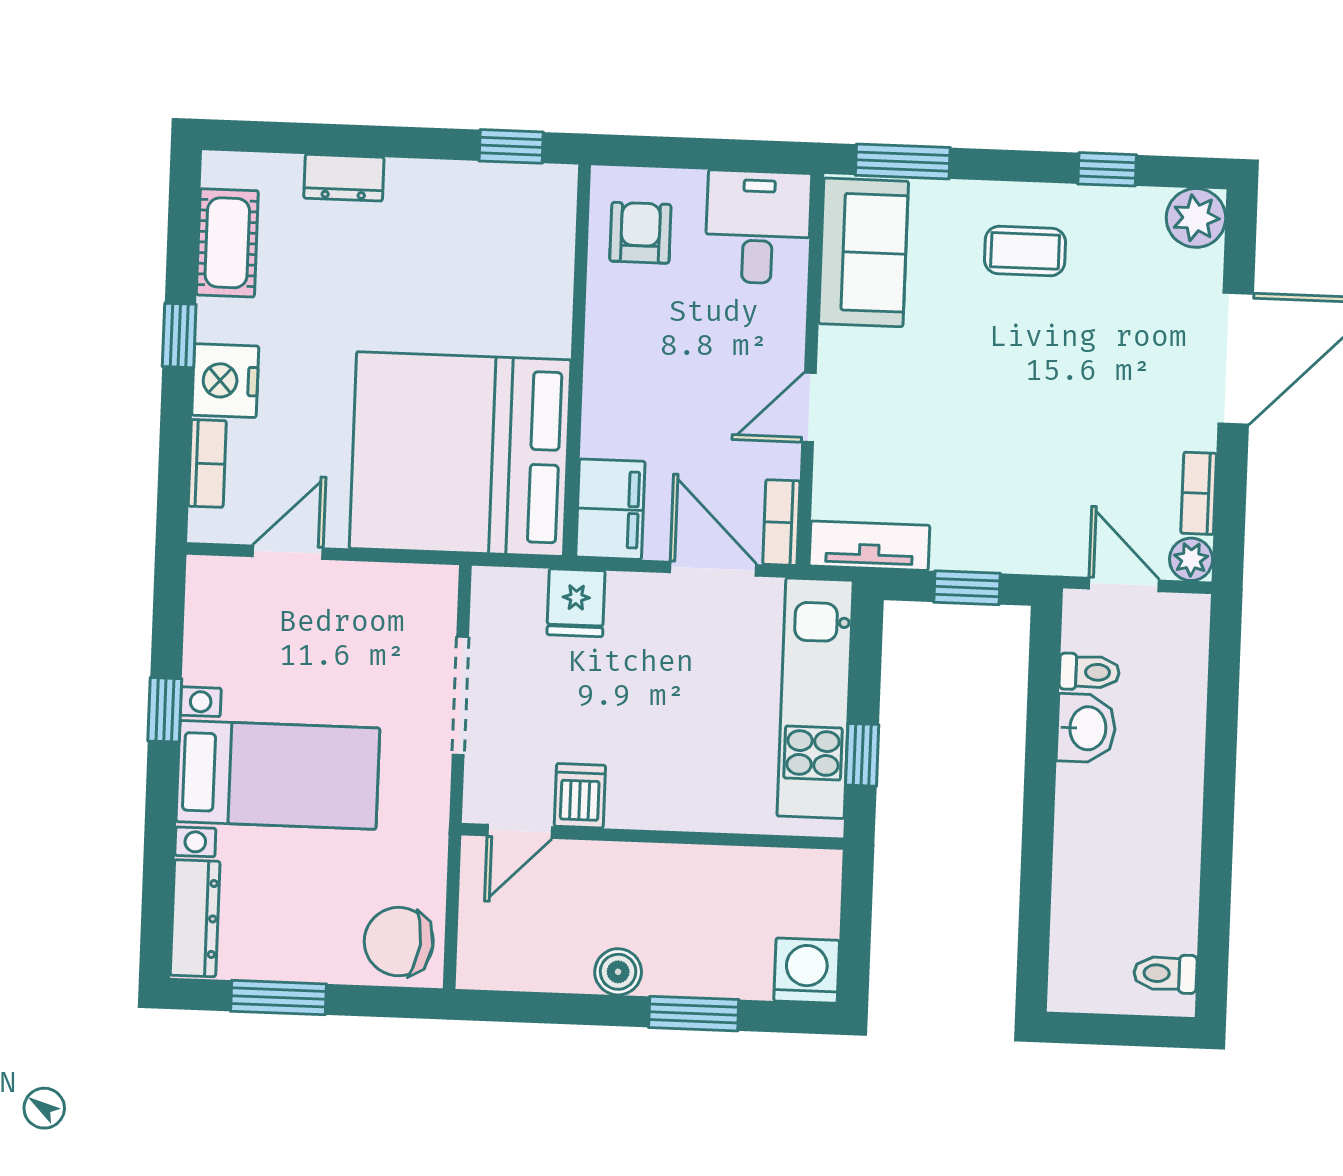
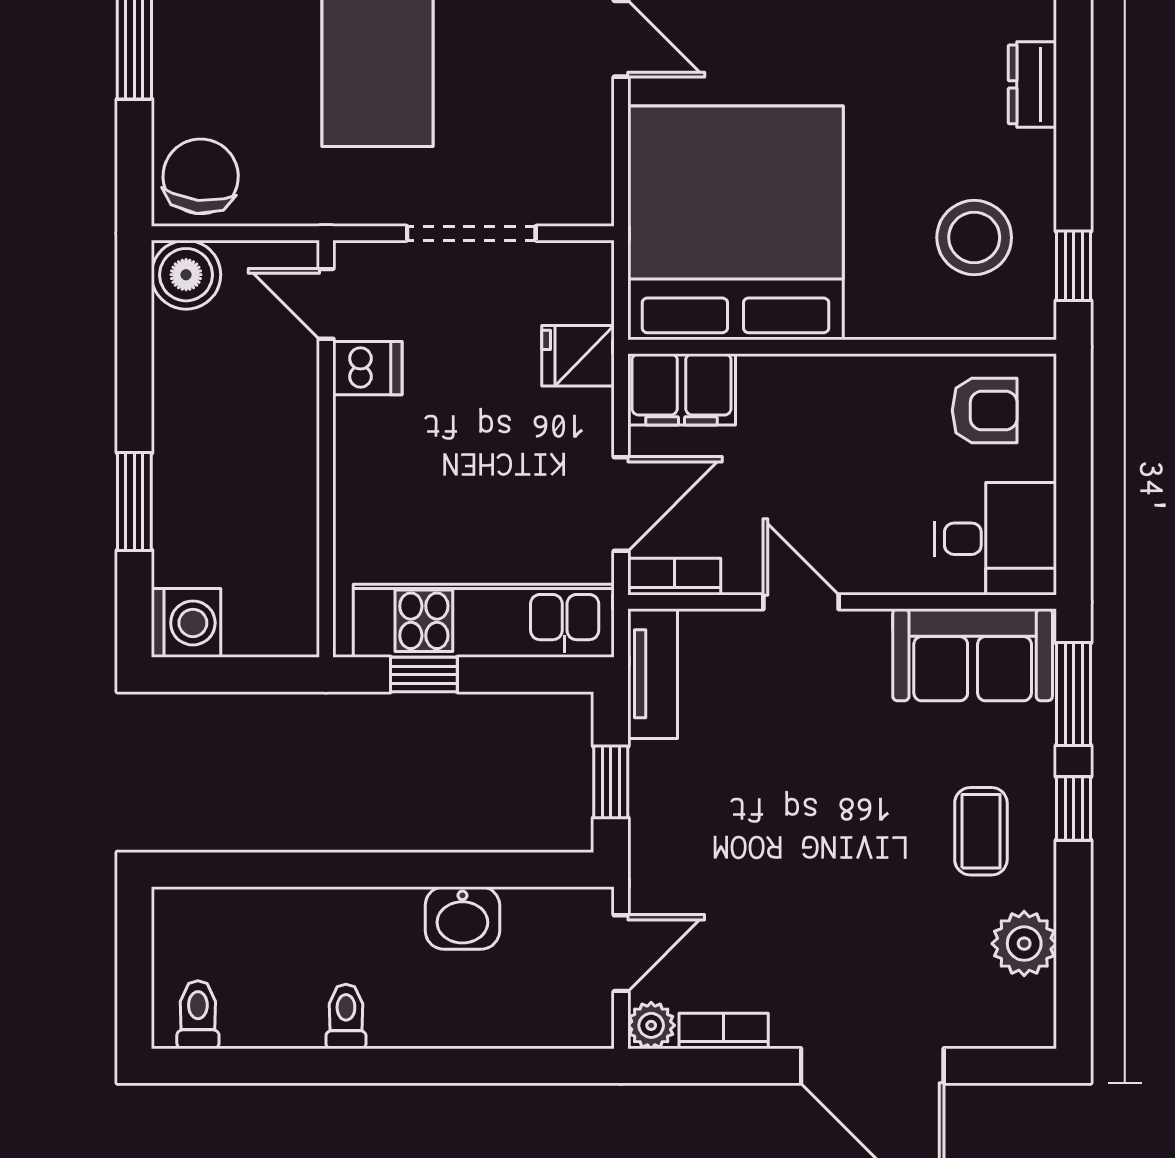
window: (1107, 169) -> (1074, 808), moved
plant: (1196, 218) -> (1024, 944), moved
stool: (482, 236) -> (974, 237), added
toilet: (1089, 672) -> (346, 1016), moved, turned 180
boiler: (618, 972) -> (186, 275), moved, width x1.36, depth x1.36

